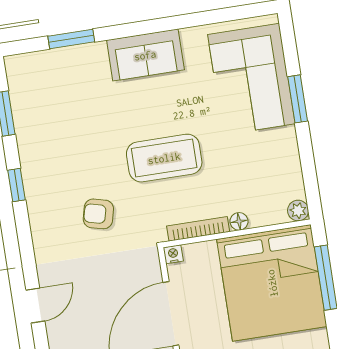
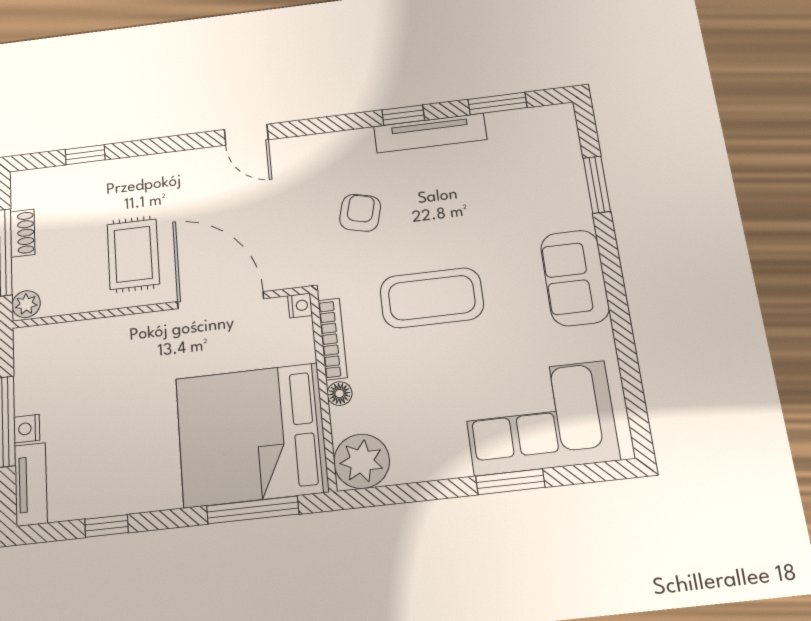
coffee table: (164, 158) -> (432, 298), turned 90
tv unit: (31, 164) -> (430, 133), added
plant: (298, 211) -> (362, 461), width x1.87, depth x1.87

